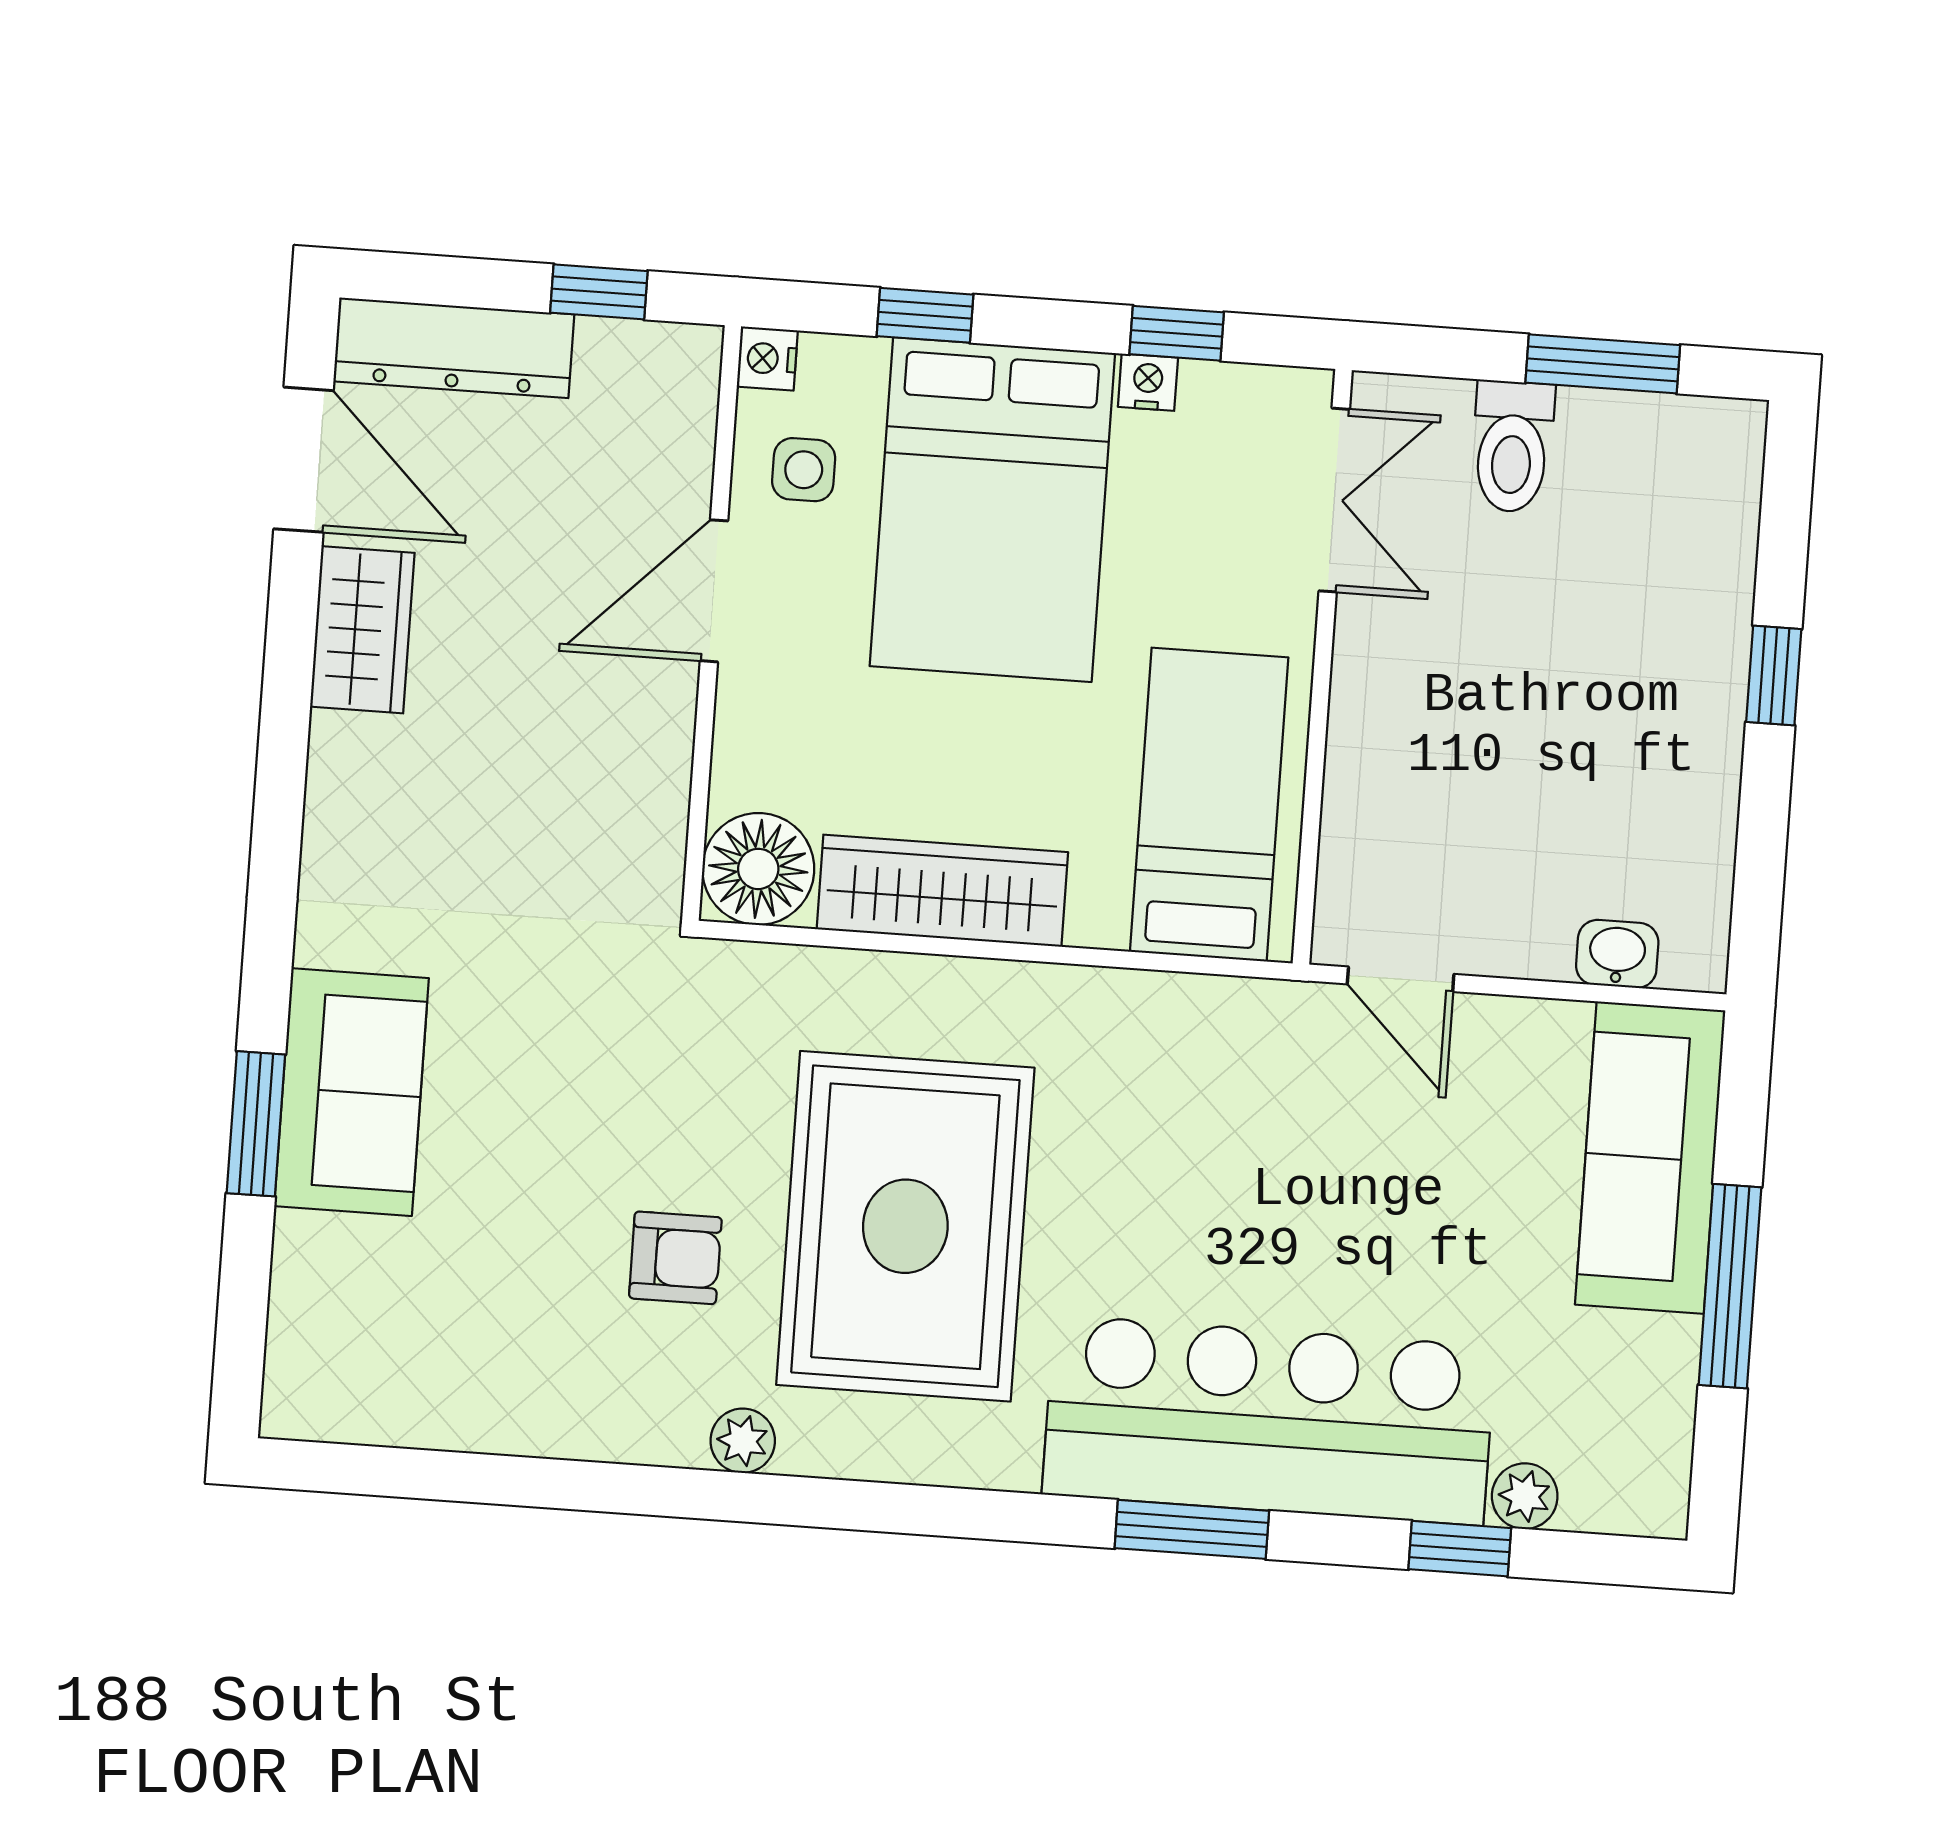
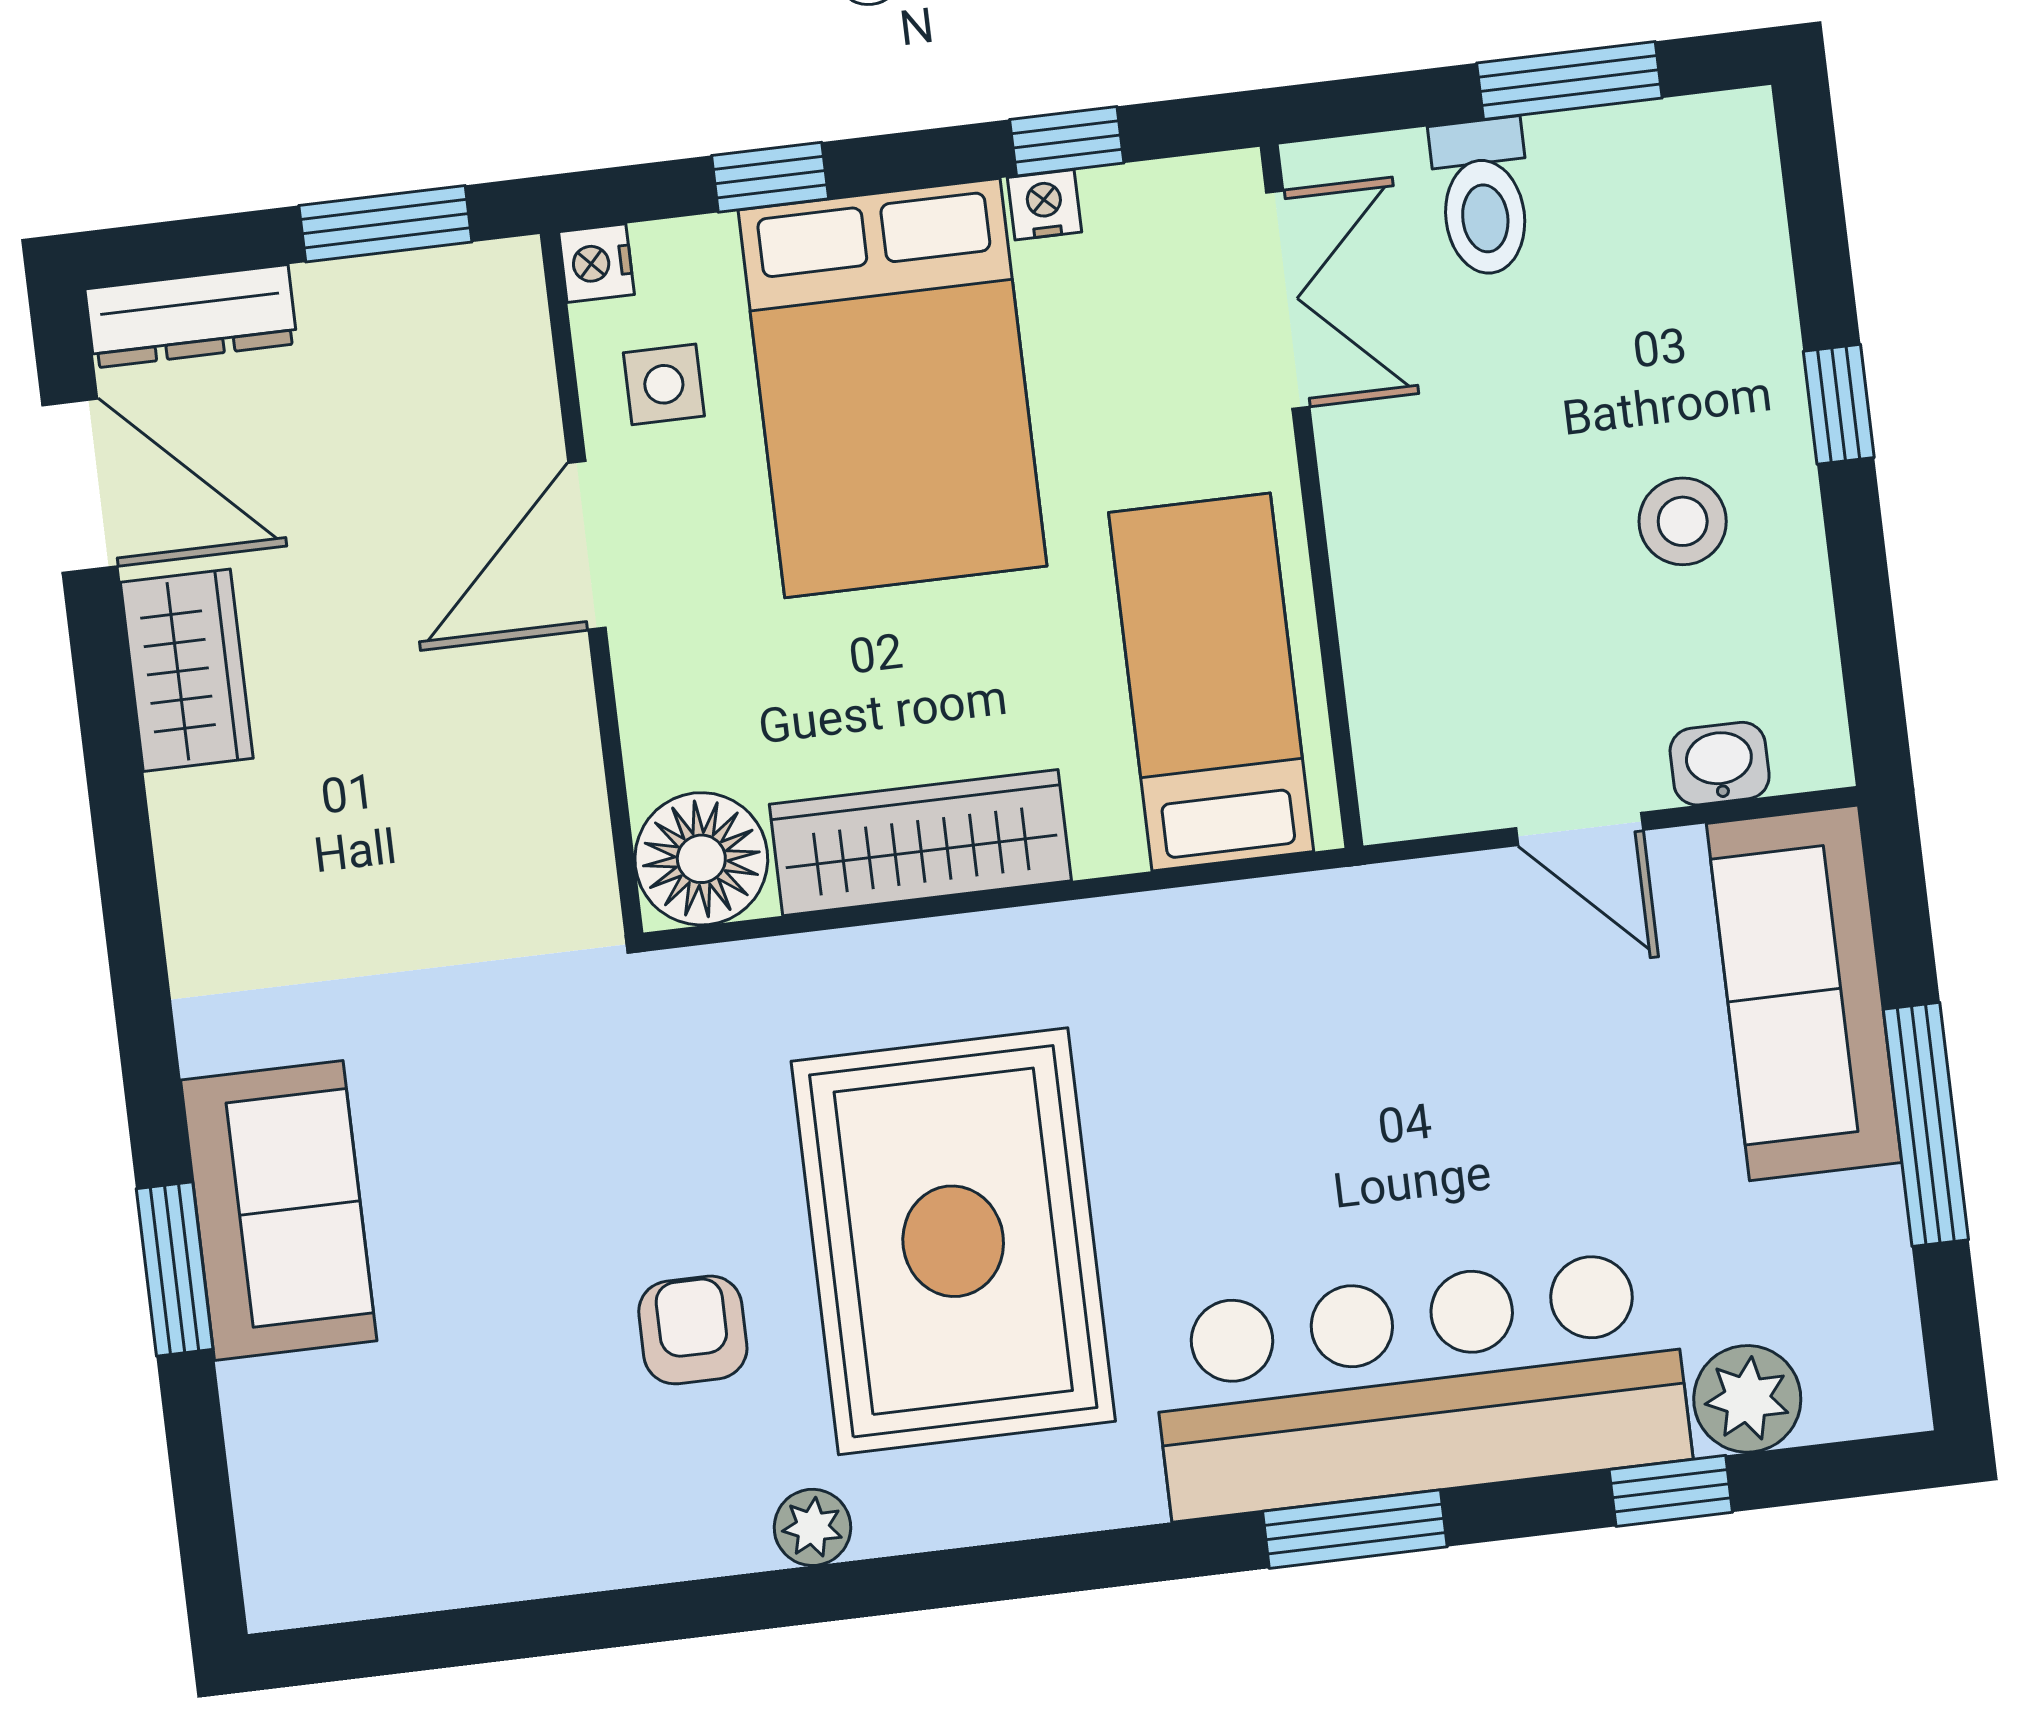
window: (599, 292) -> (385, 224), width x1.50
dresser: (454, 348) -> (191, 316), width x0.73, depth x0.80
stool: (1626, 747) -> (1683, 521), added
door: (1401, 979) -> (1580, 829), moved
armchair: (675, 1258) -> (693, 1330), turned -90
plant: (1525, 1496) -> (1747, 1399), width x1.38, depth x1.38

